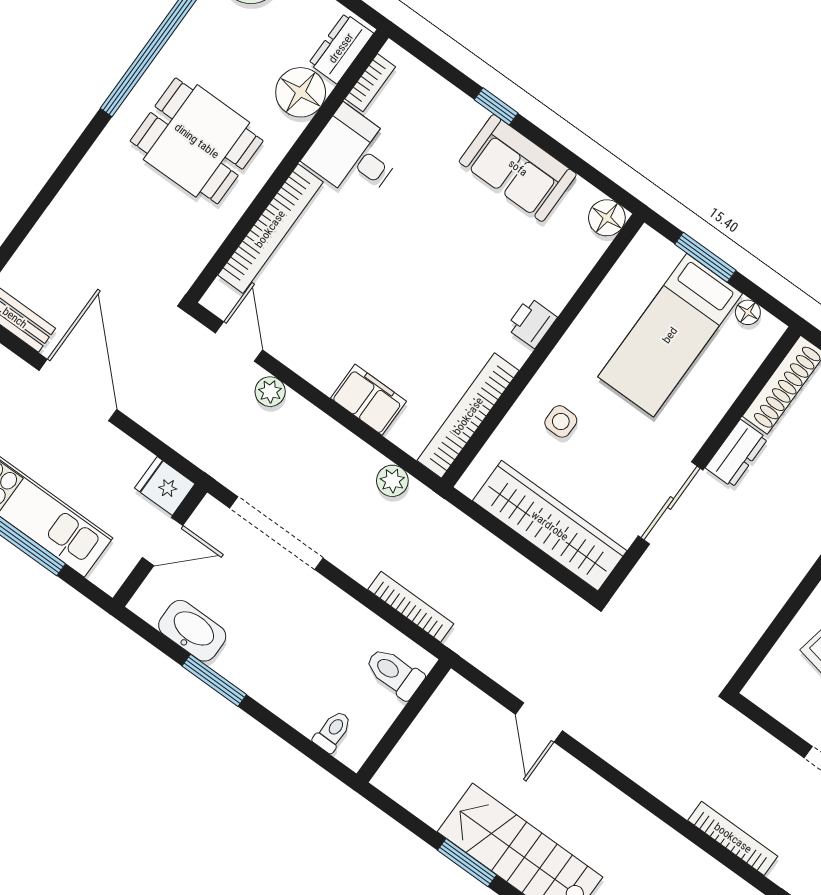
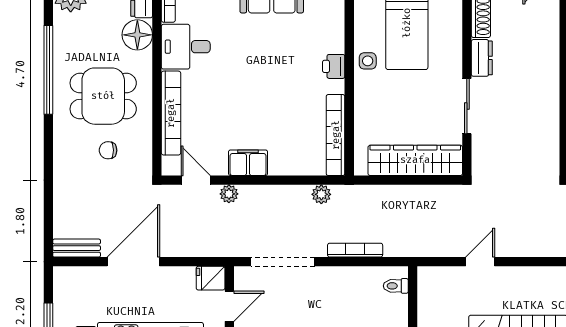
chair: (151, 218) -> (108, 150), added
door: (78, 390) -> (133, 262), hinge flipped
filing cabinet: (368, 400) -> (248, 163), moved
side table: (561, 421) -> (368, 61), moved
bookcase: (411, 607) -> (355, 250), moved
toilet: (394, 673) -> (396, 286), width x0.73, depth x0.72
door: (539, 722) -> (480, 262), swing flipped

